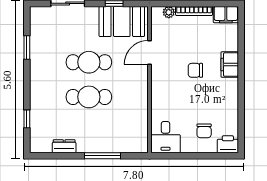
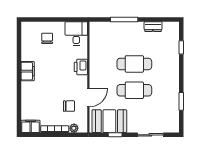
filing cabinet: (230, 65) -> (28, 71), moved
chair: (195, 70) -> (69, 106), moved
printer: (228, 144) -> (81, 67), moved, turned 90

